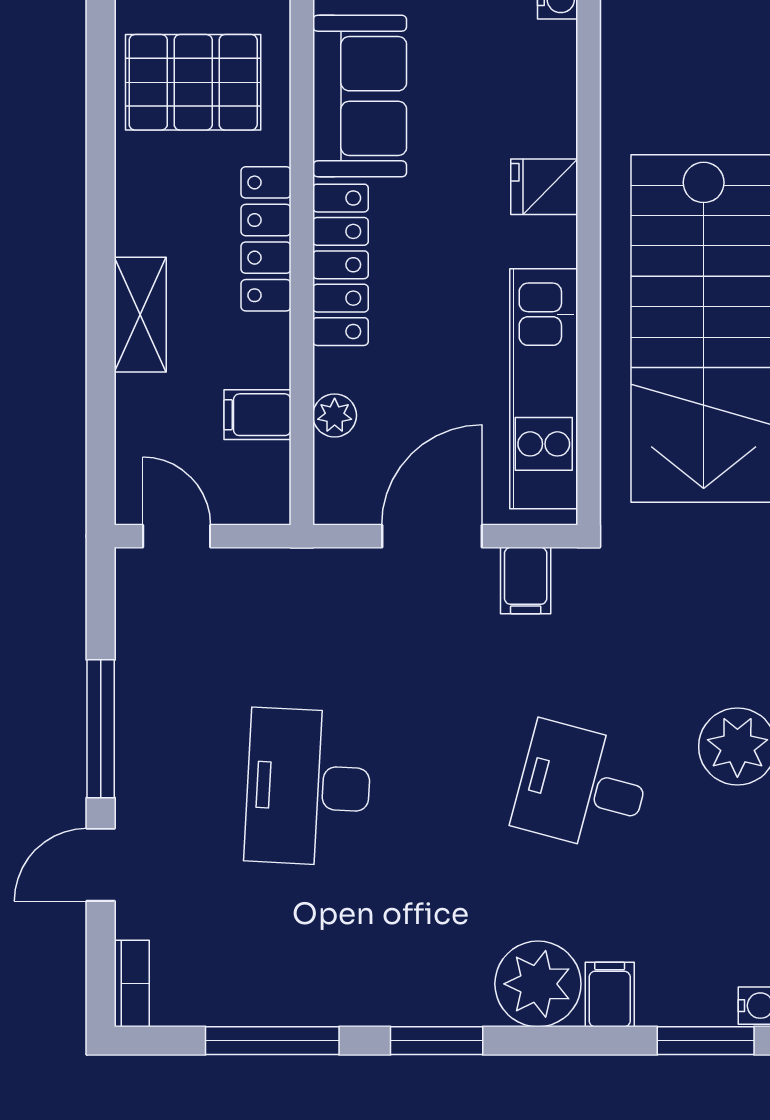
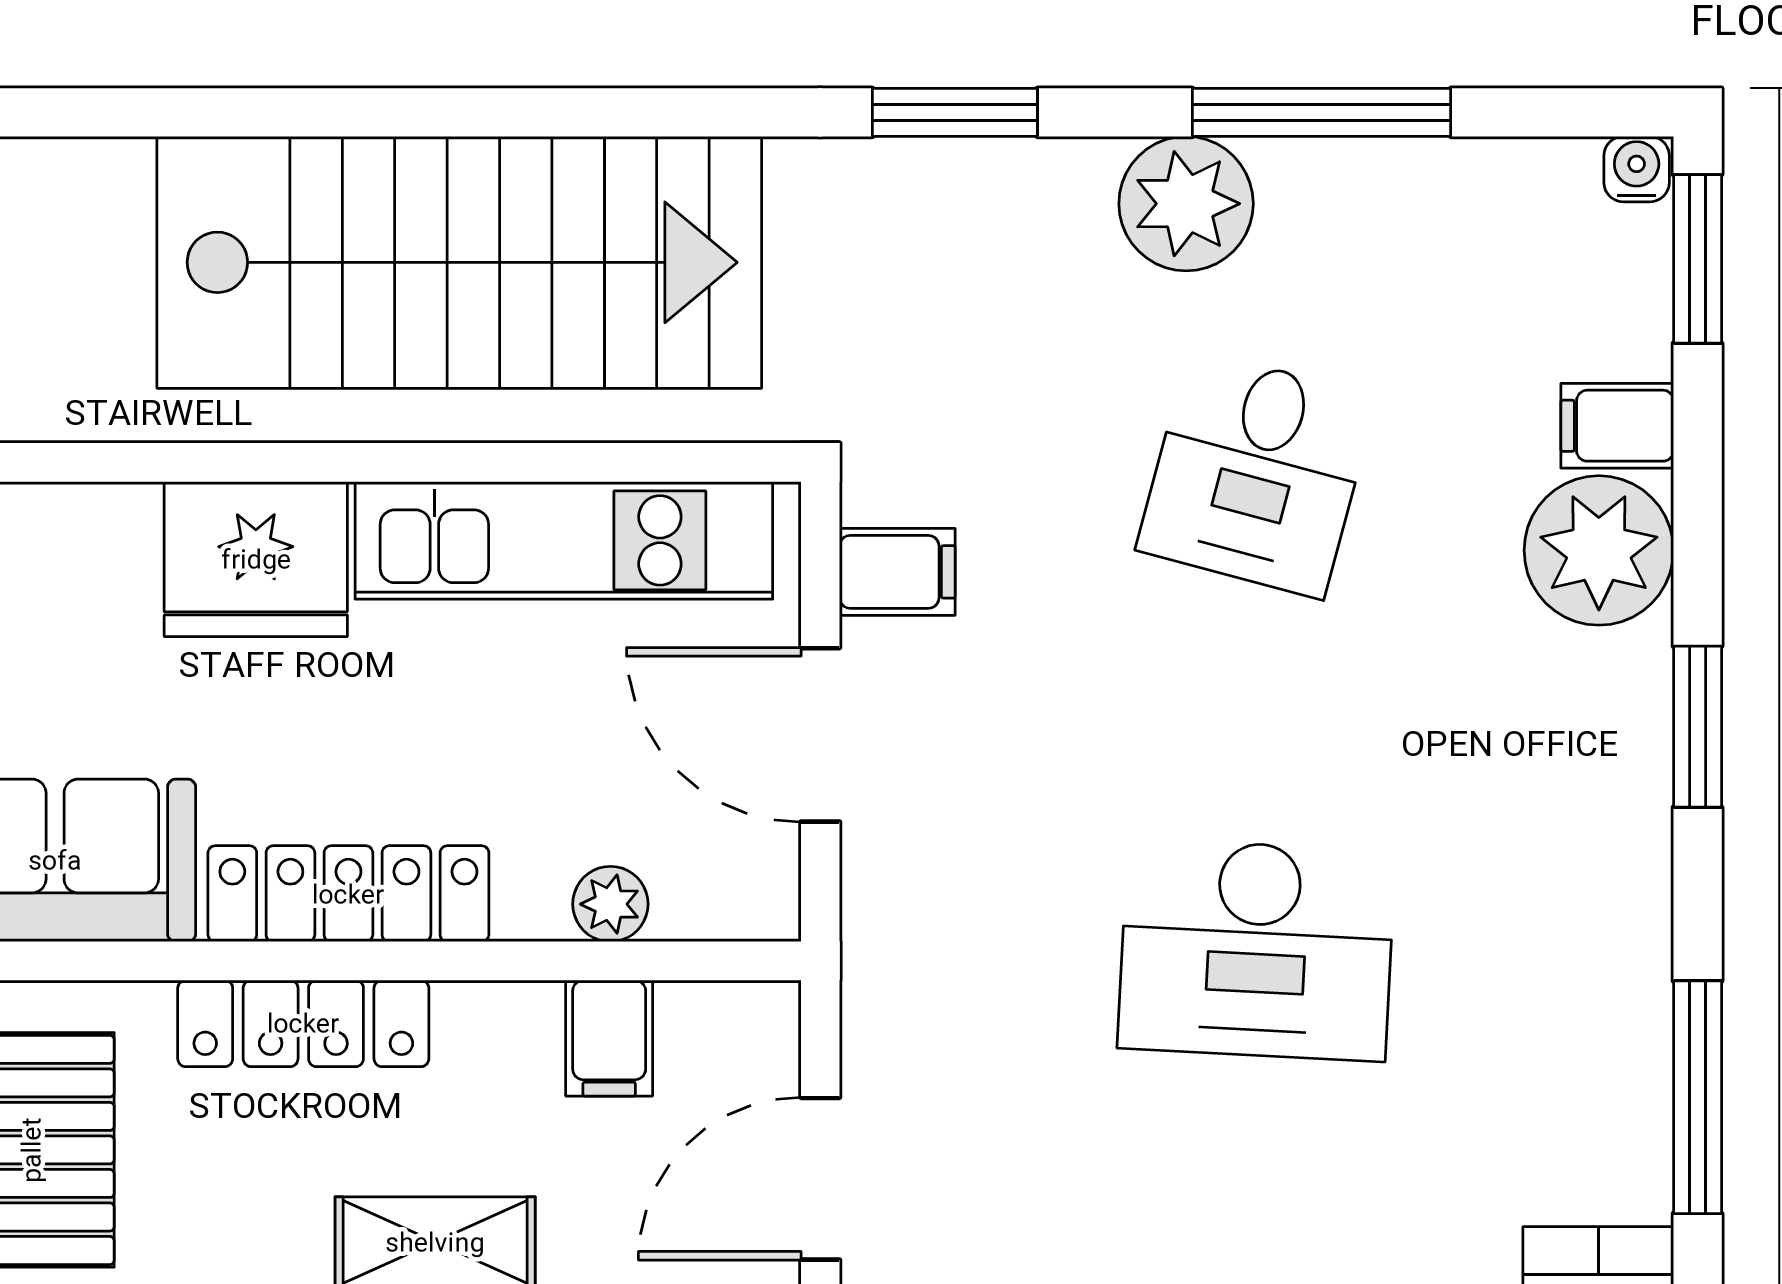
fridge: (544, 187) -> (256, 559), width x1.88, depth x1.34
door: (177, 536) -> (820, 1179), width x1.38
window: (272, 1041) -> (1698, 1097), moved

